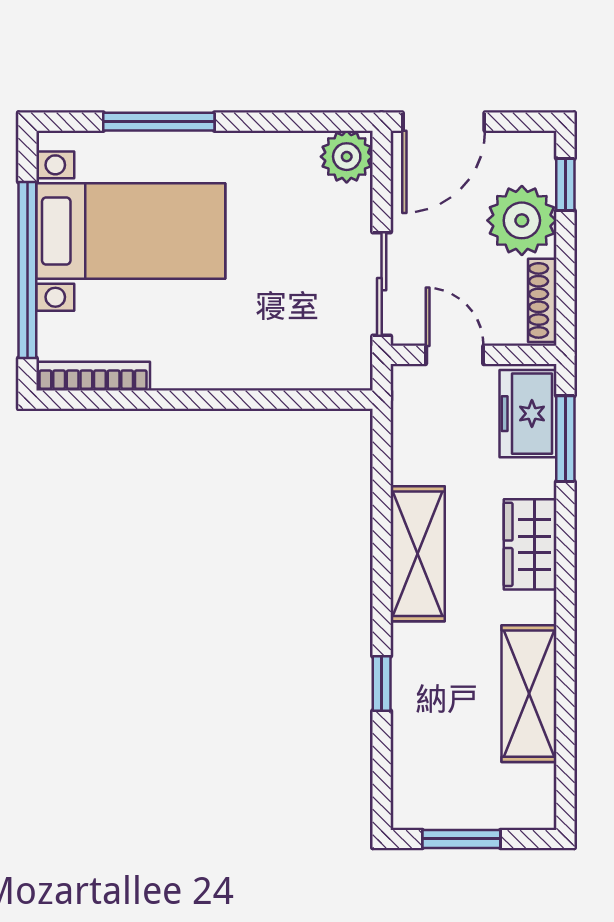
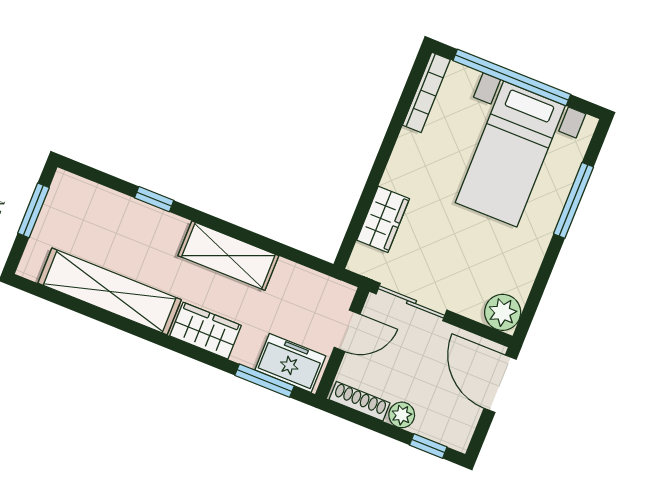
plant: (522, 220) -> (402, 415), width x0.53, depth x0.53
wardrobe: (286, 366) -> (383, 219), added
shelving: (529, 694) -> (110, 291), width x1.47

